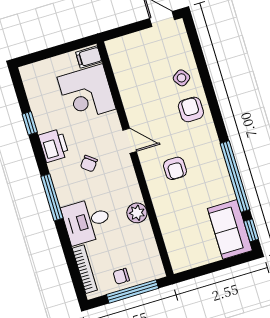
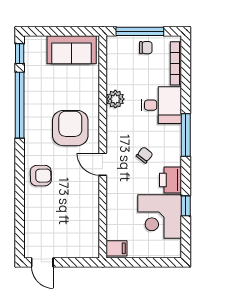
side table: (182, 78) -> (41, 206), removed
corner desk: (87, 93) -> (160, 216), moved, turned 180
armchair: (191, 109) -> (41, 176), turned -91
armchair: (175, 168) -> (70, 128), width x1.88, depth x1.88
sofa: (230, 229) -> (72, 50), moved, turned 90

